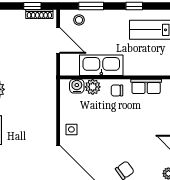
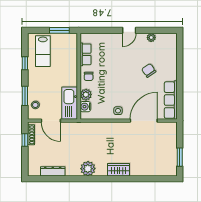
door: (58, 40) -> (51, 121), swing flipped
kitchen sink: (101, 65) -> (70, 103), moved

